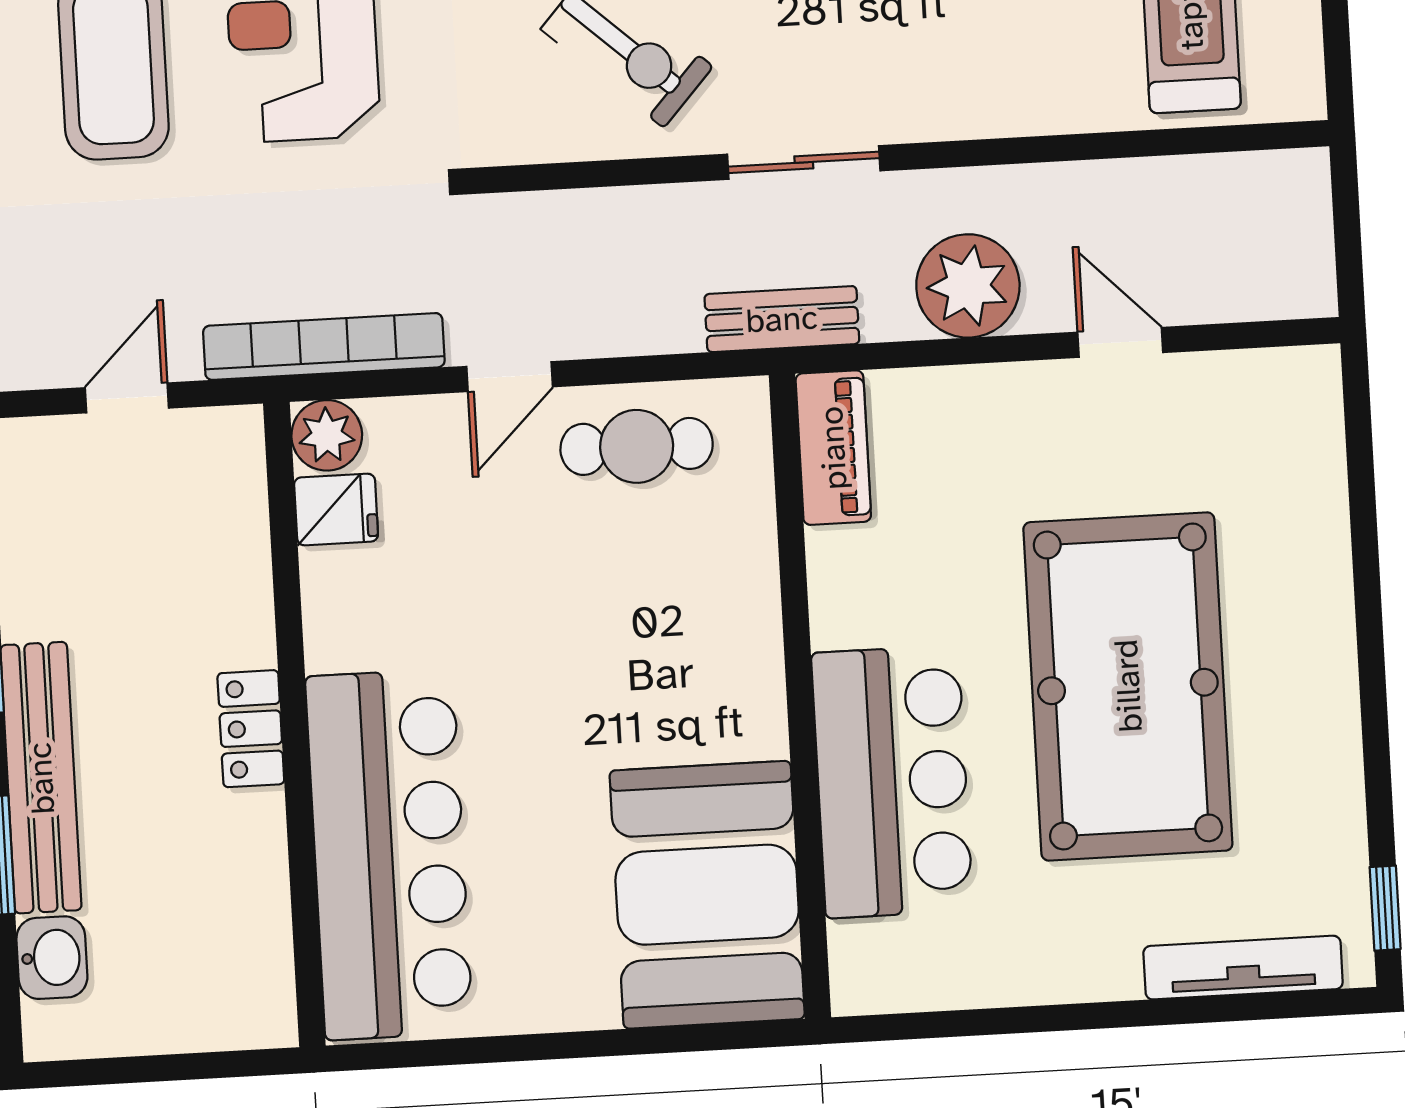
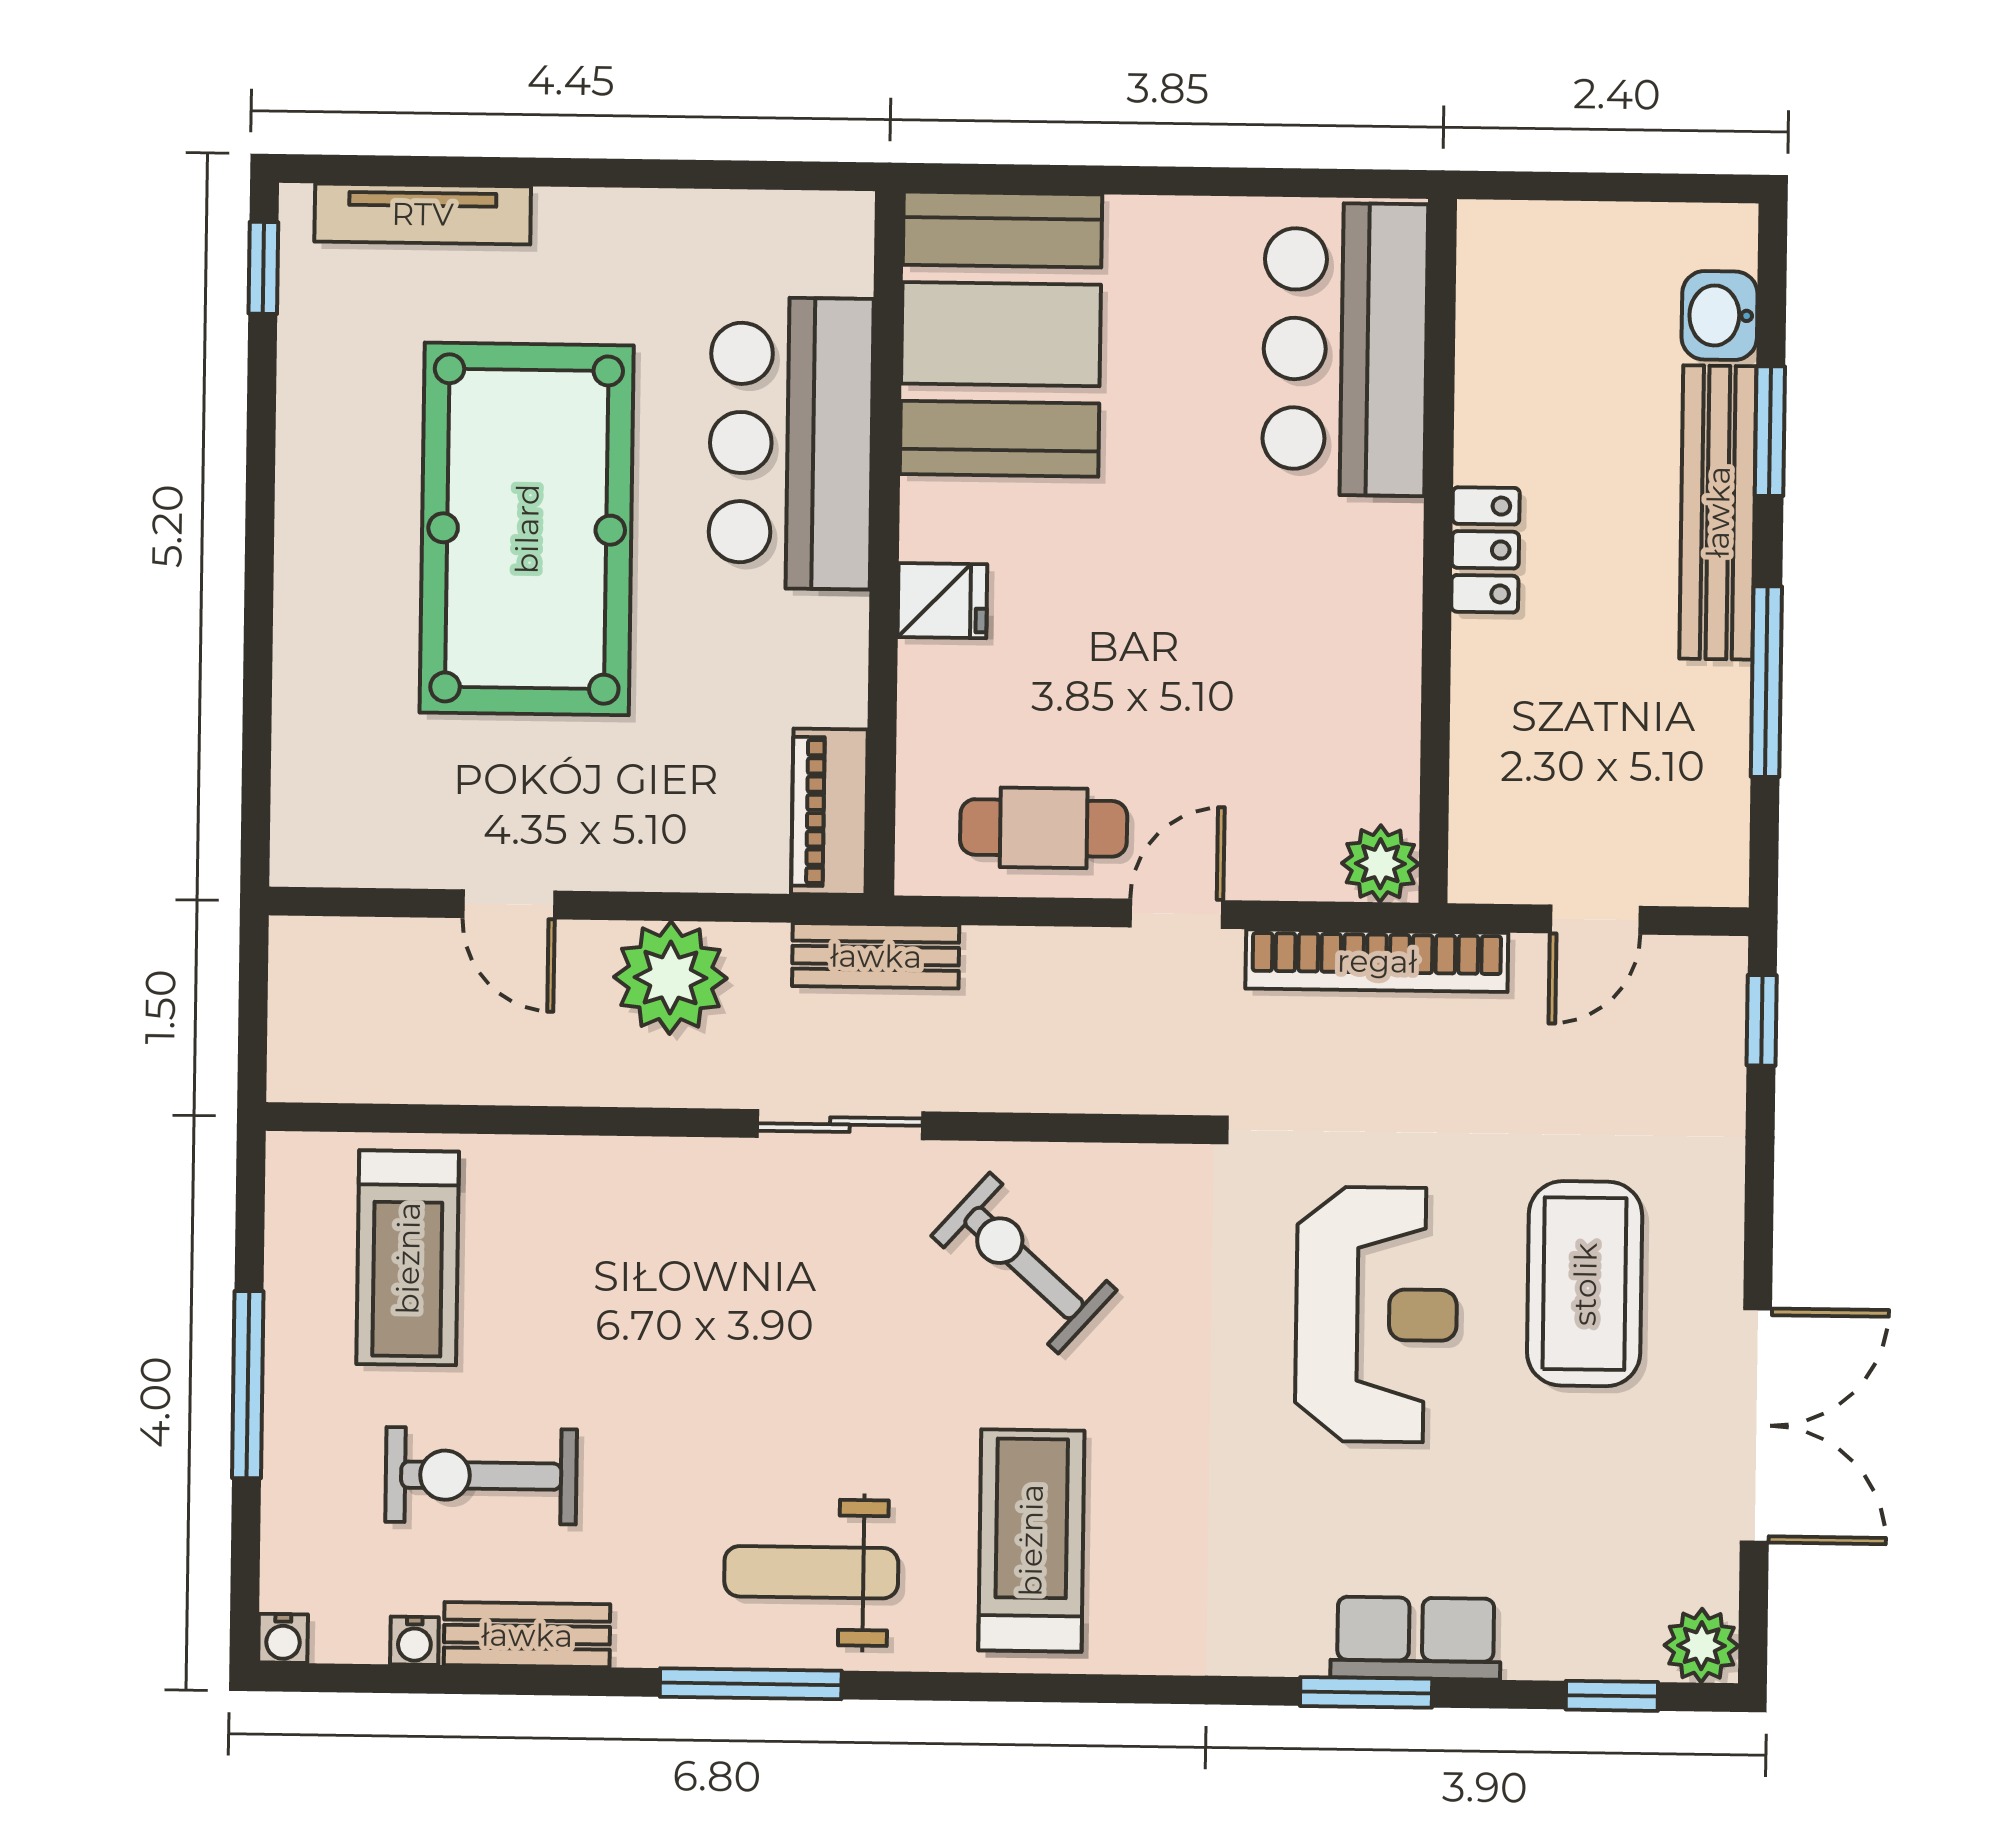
fridge: (336, 510) -> (942, 601), moved, turned 180
bar counter: (389, 854) -> (1345, 349), width x0.73

